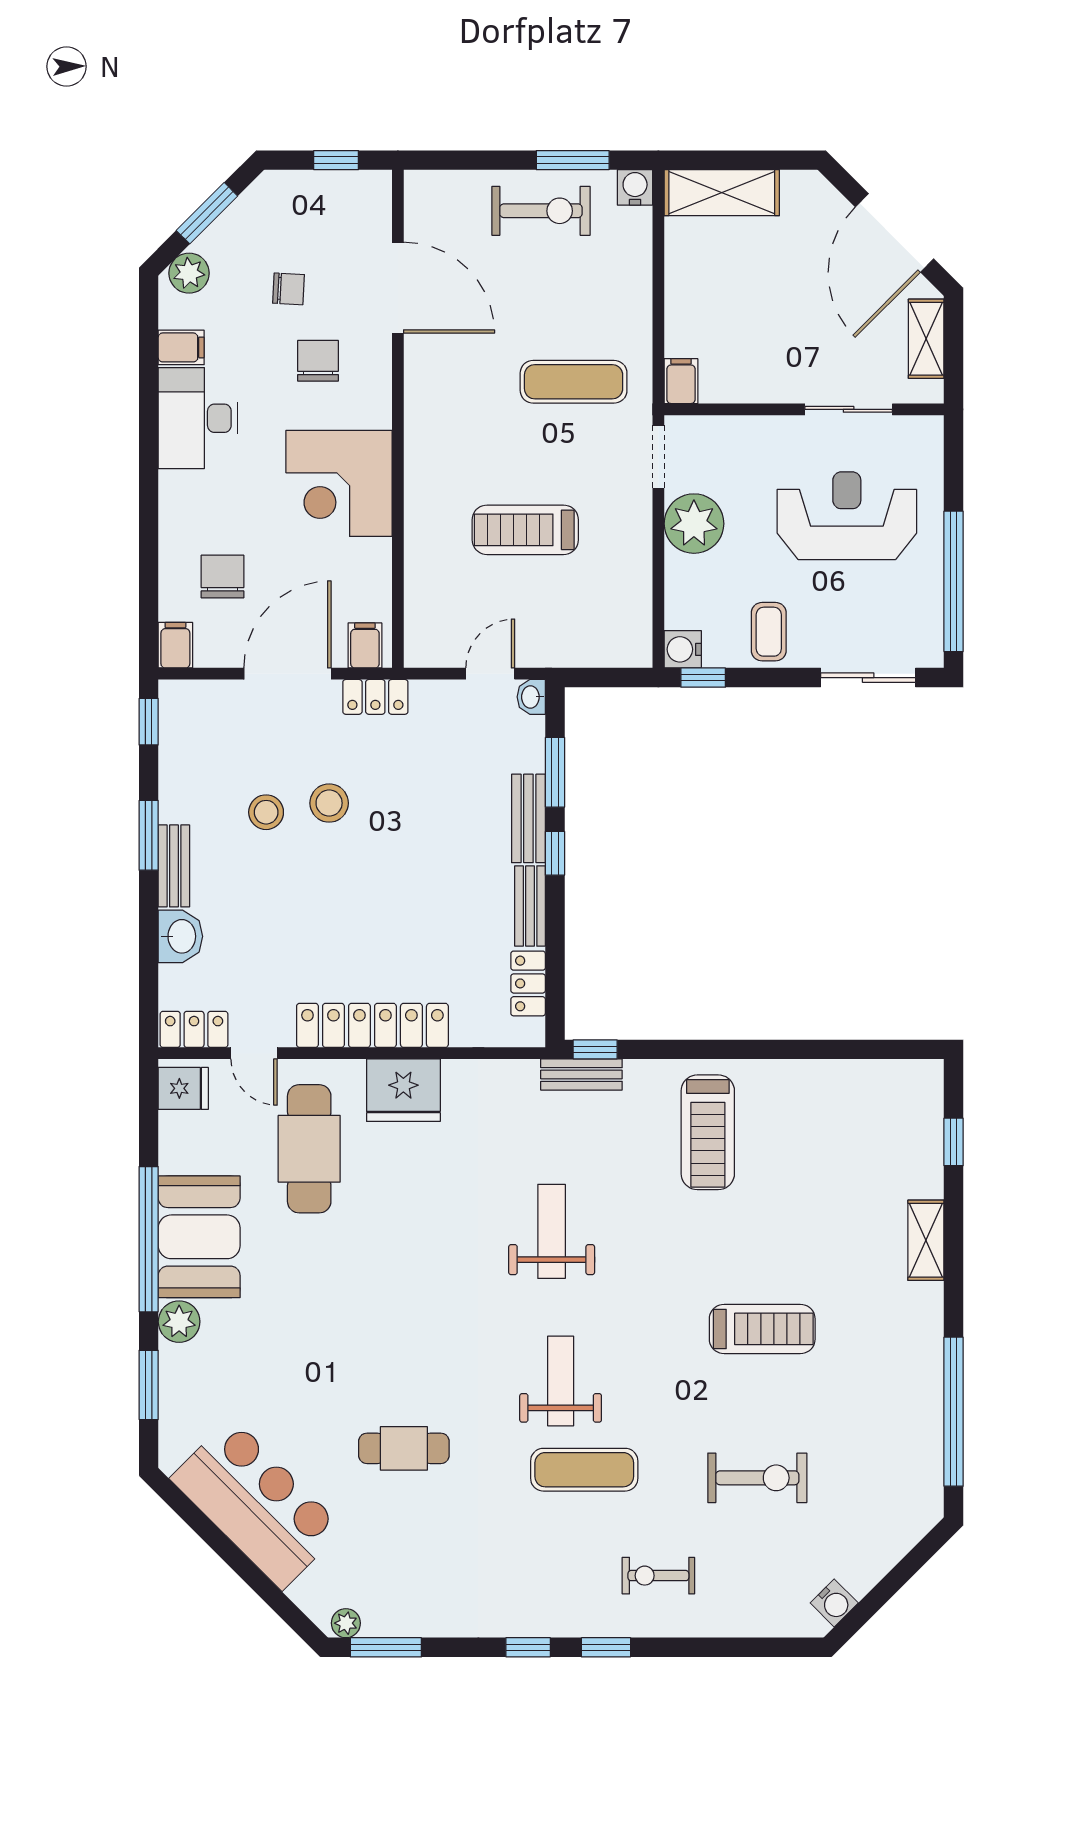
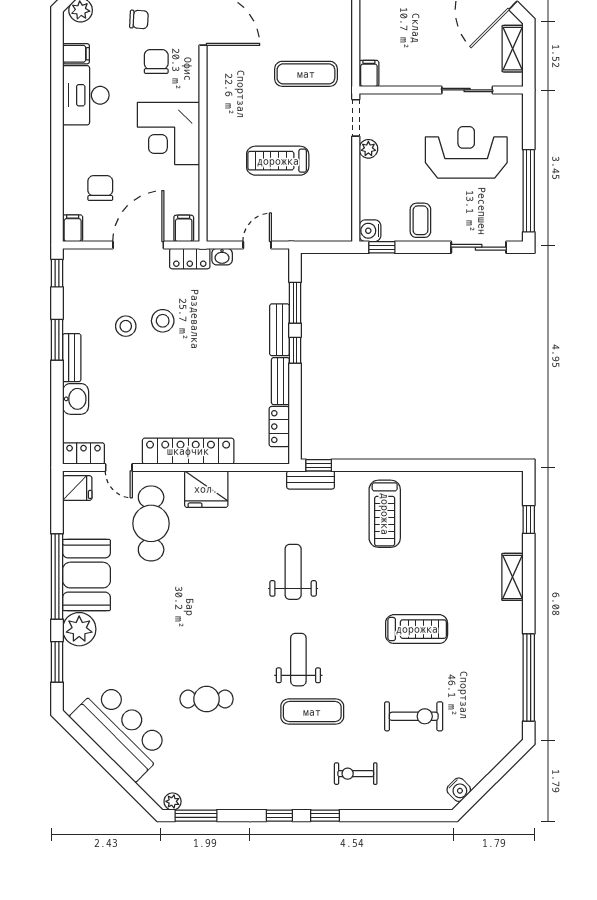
plant: (694, 524) -> (368, 149), width x0.53, depth x0.53
washbasin: (531, 697) -> (222, 257), moved, turned -90
plant: (179, 1322) -> (79, 629), width x1.36, depth x1.36

